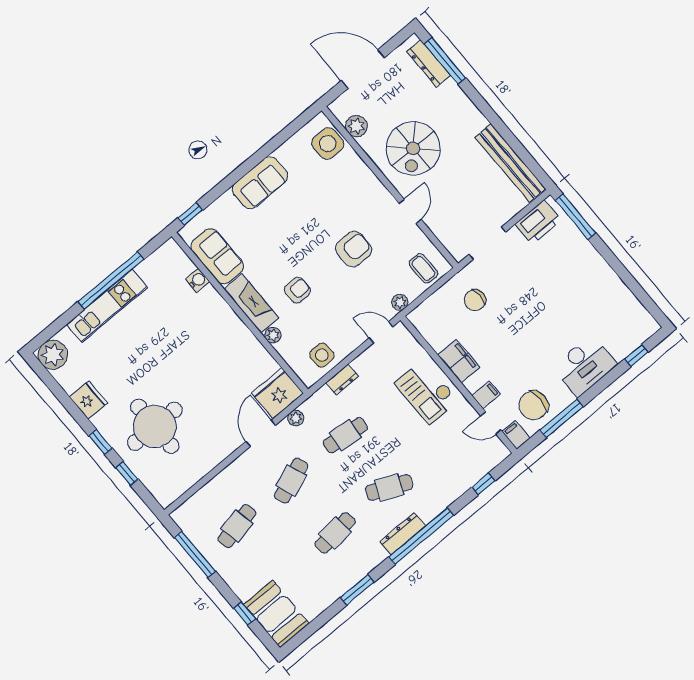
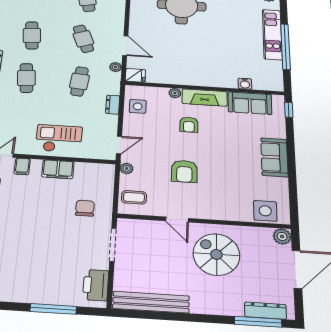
plant: (356, 126) -> (282, 236), moved
window: (576, 217) -> (53, 309), moved
fridge: (278, 393) -> (135, 75), width x0.53, depth x0.75
cafe table: (389, 487) -> (26, 78), turned -30

